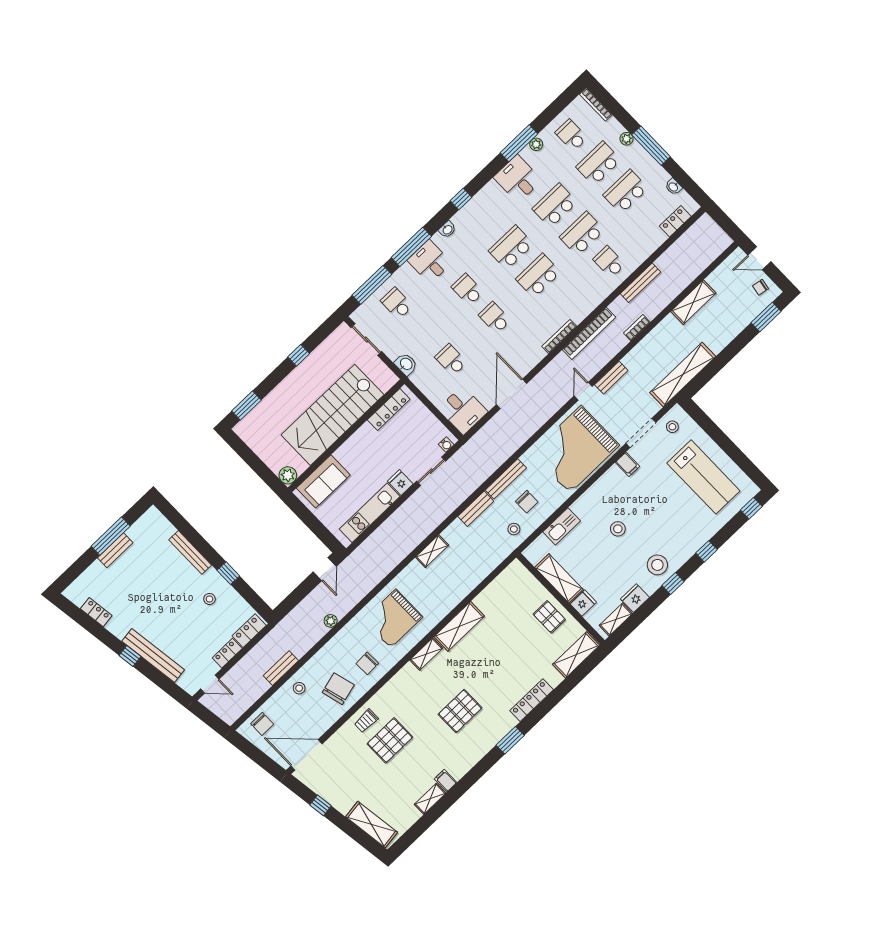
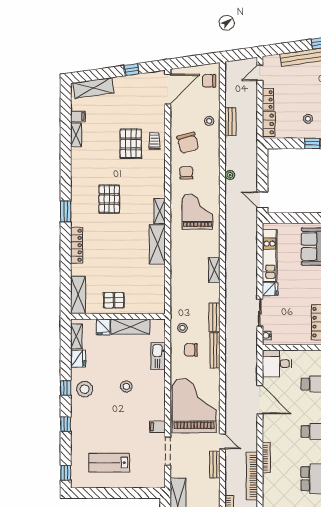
stool: (672, 427) -> (154, 472), removed
lab bench: (703, 477) -> (109, 463), width x0.73, depth x0.72
filing cabinet: (446, 781) -> (78, 116), moved

